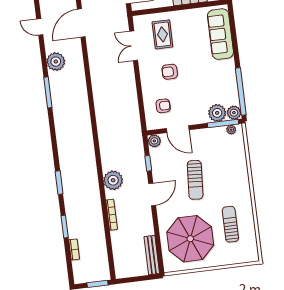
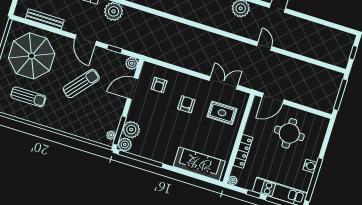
door: (81, 23) -> (264, 46), width x0.53
sun lounger: (195, 180) -> (81, 84), turned 126
bench: (152, 255) -> (45, 19), moved

